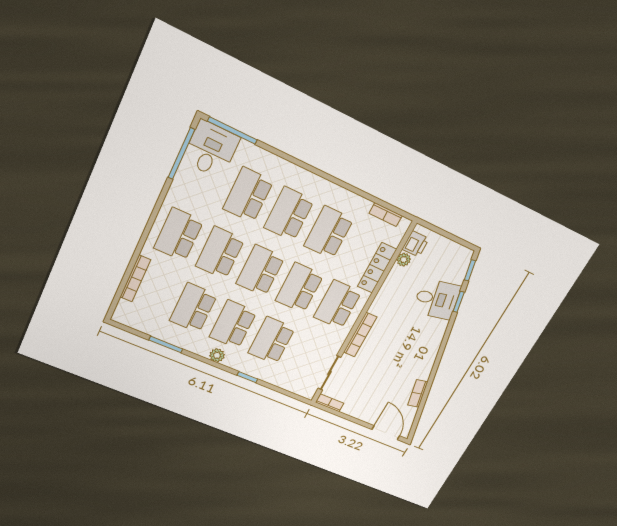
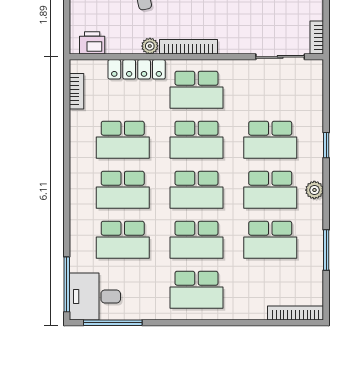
plant: (404, 260) -> (150, 46), moved
bookcase: (135, 278) -> (295, 313), moved
bookcase: (360, 335) -> (189, 47), moved

